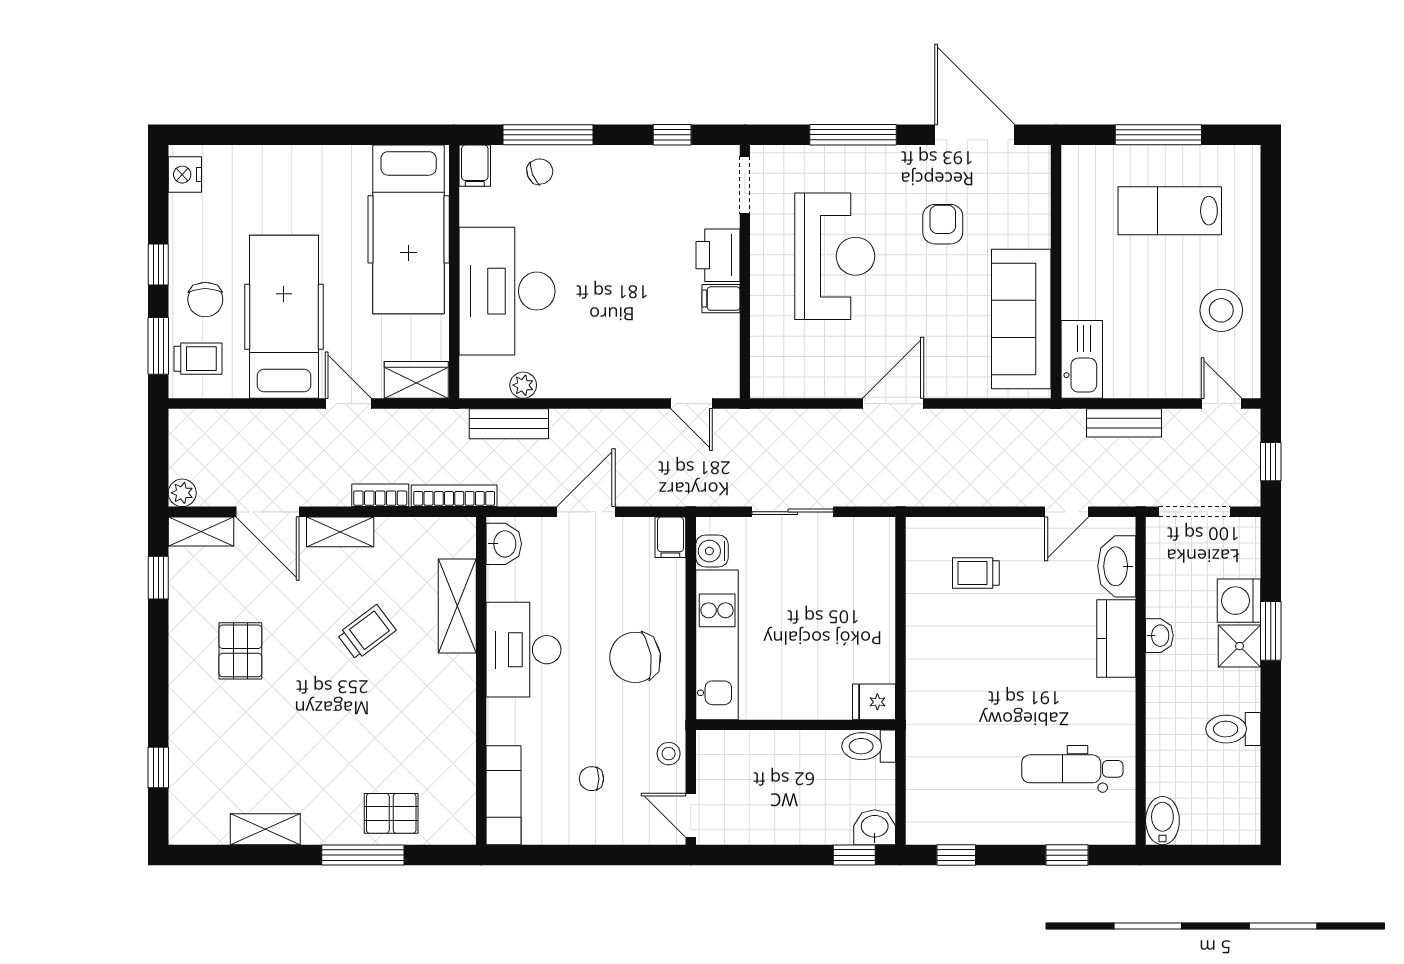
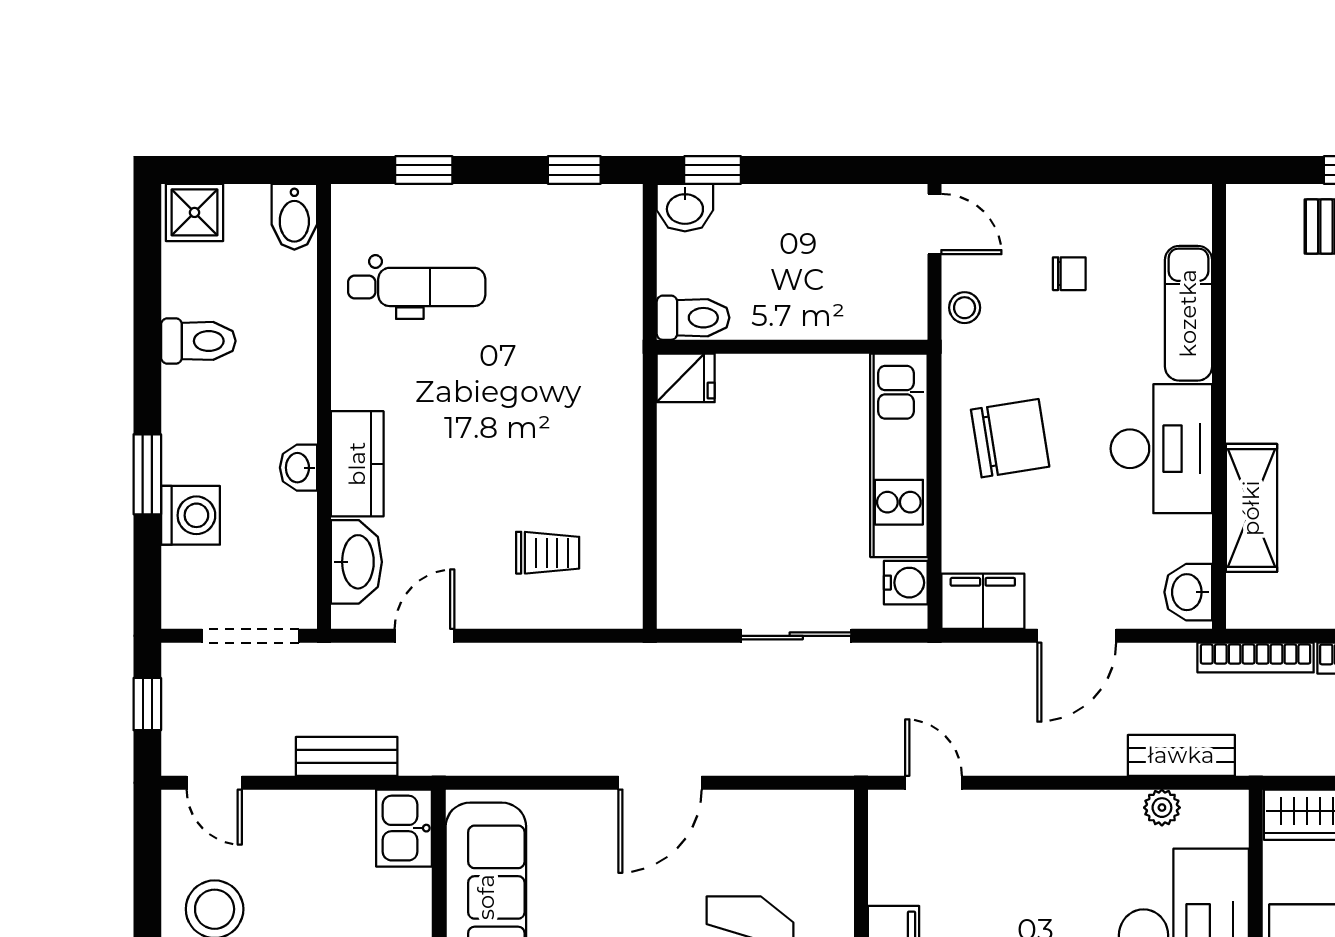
kitchen sink: (1082, 359) -> (404, 828), width x0.73
filing cabinet: (670, 537) -> (983, 601), width x2.00
shower: (1240, 646) -> (195, 212), moved
exam couch: (504, 795) -> (1188, 313), moved

